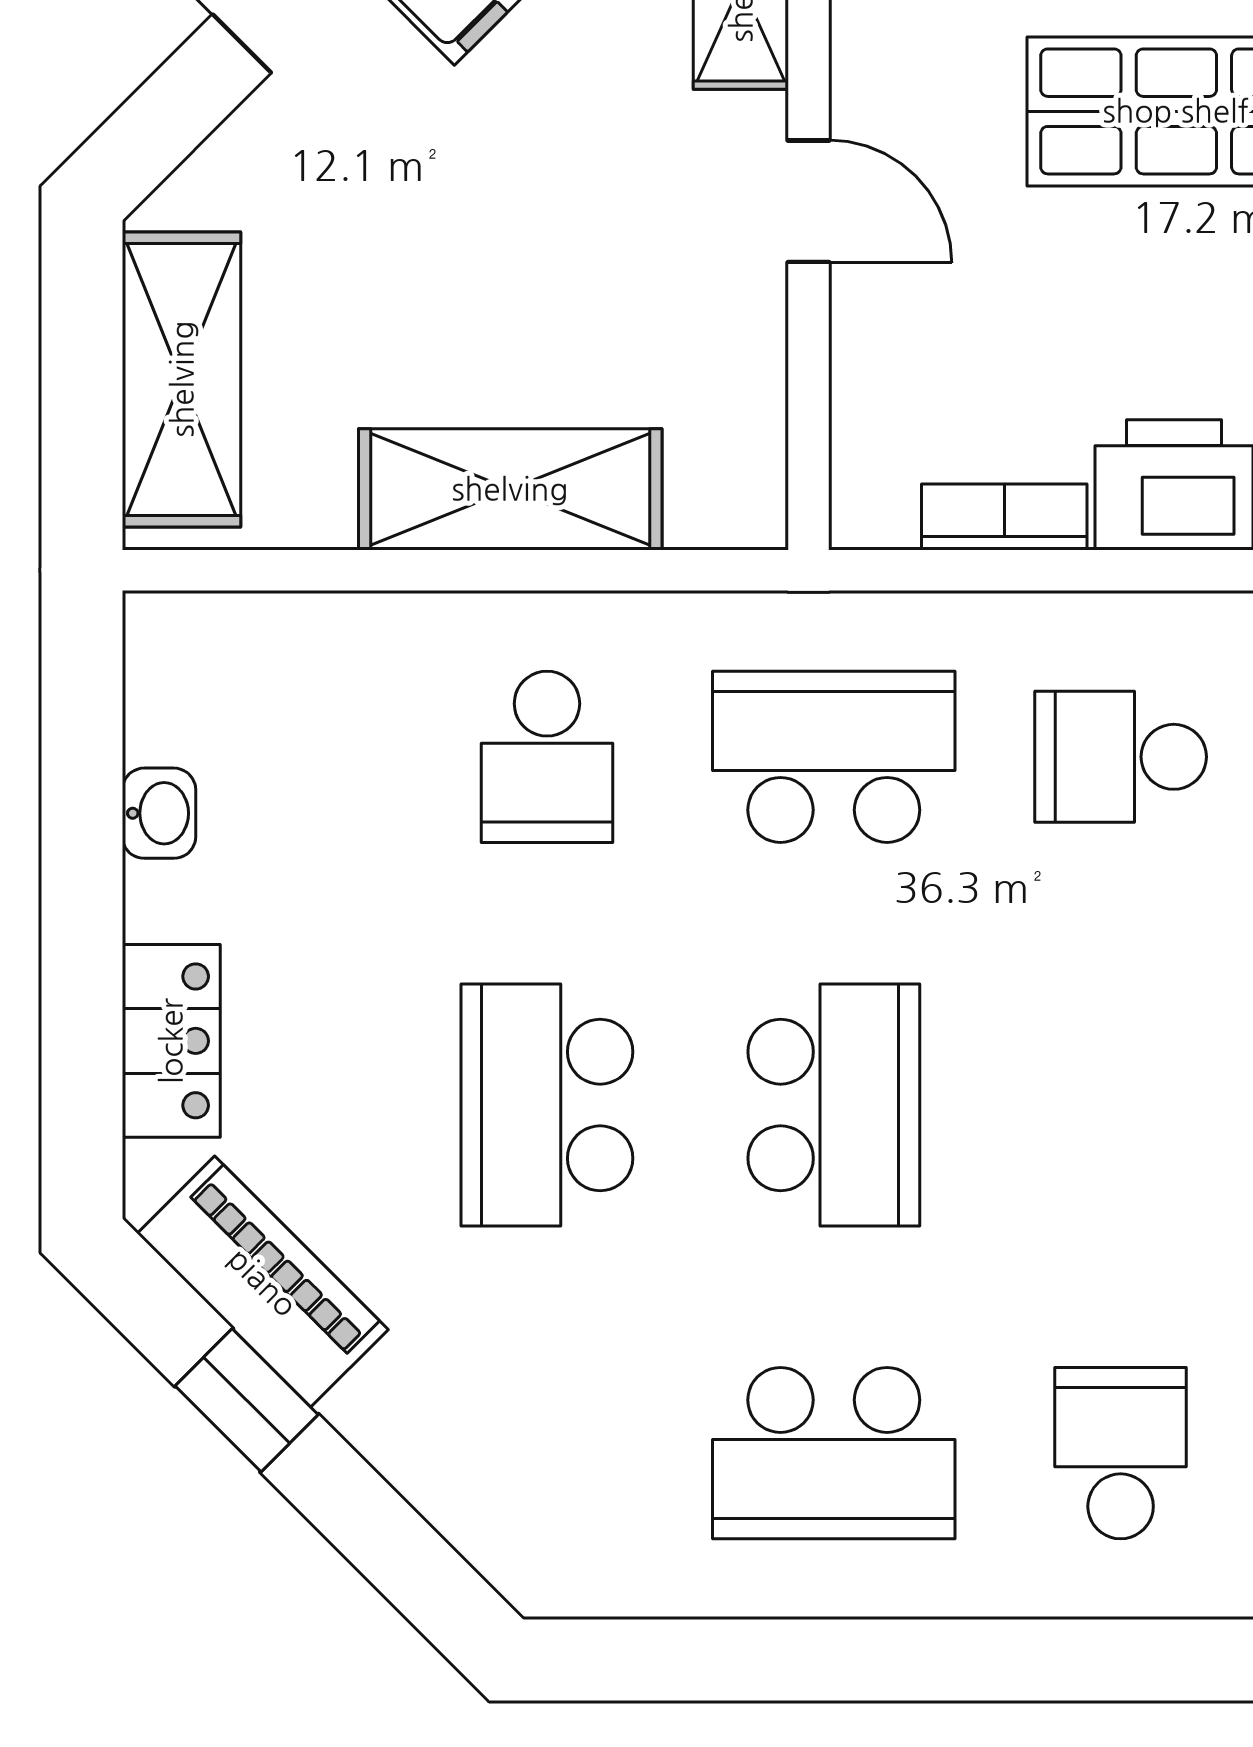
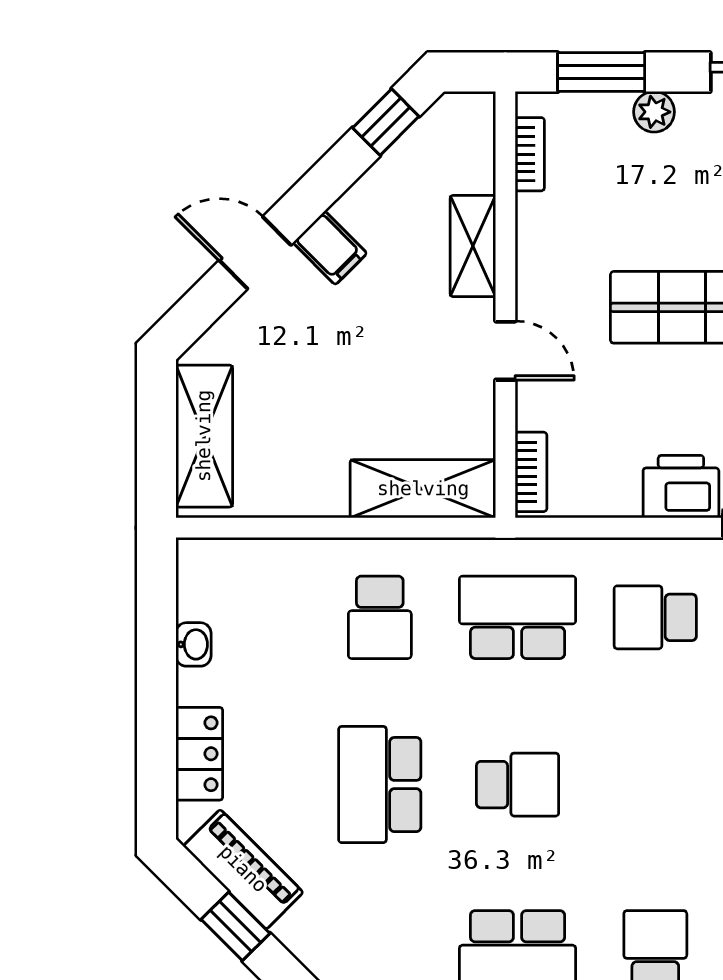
shelving: (510, 489) -> (423, 489), moved
bookcase: (1004, 517) -> (531, 472), moved, turned 90
school desk: (834, 1105) -> (518, 785), width x0.54

